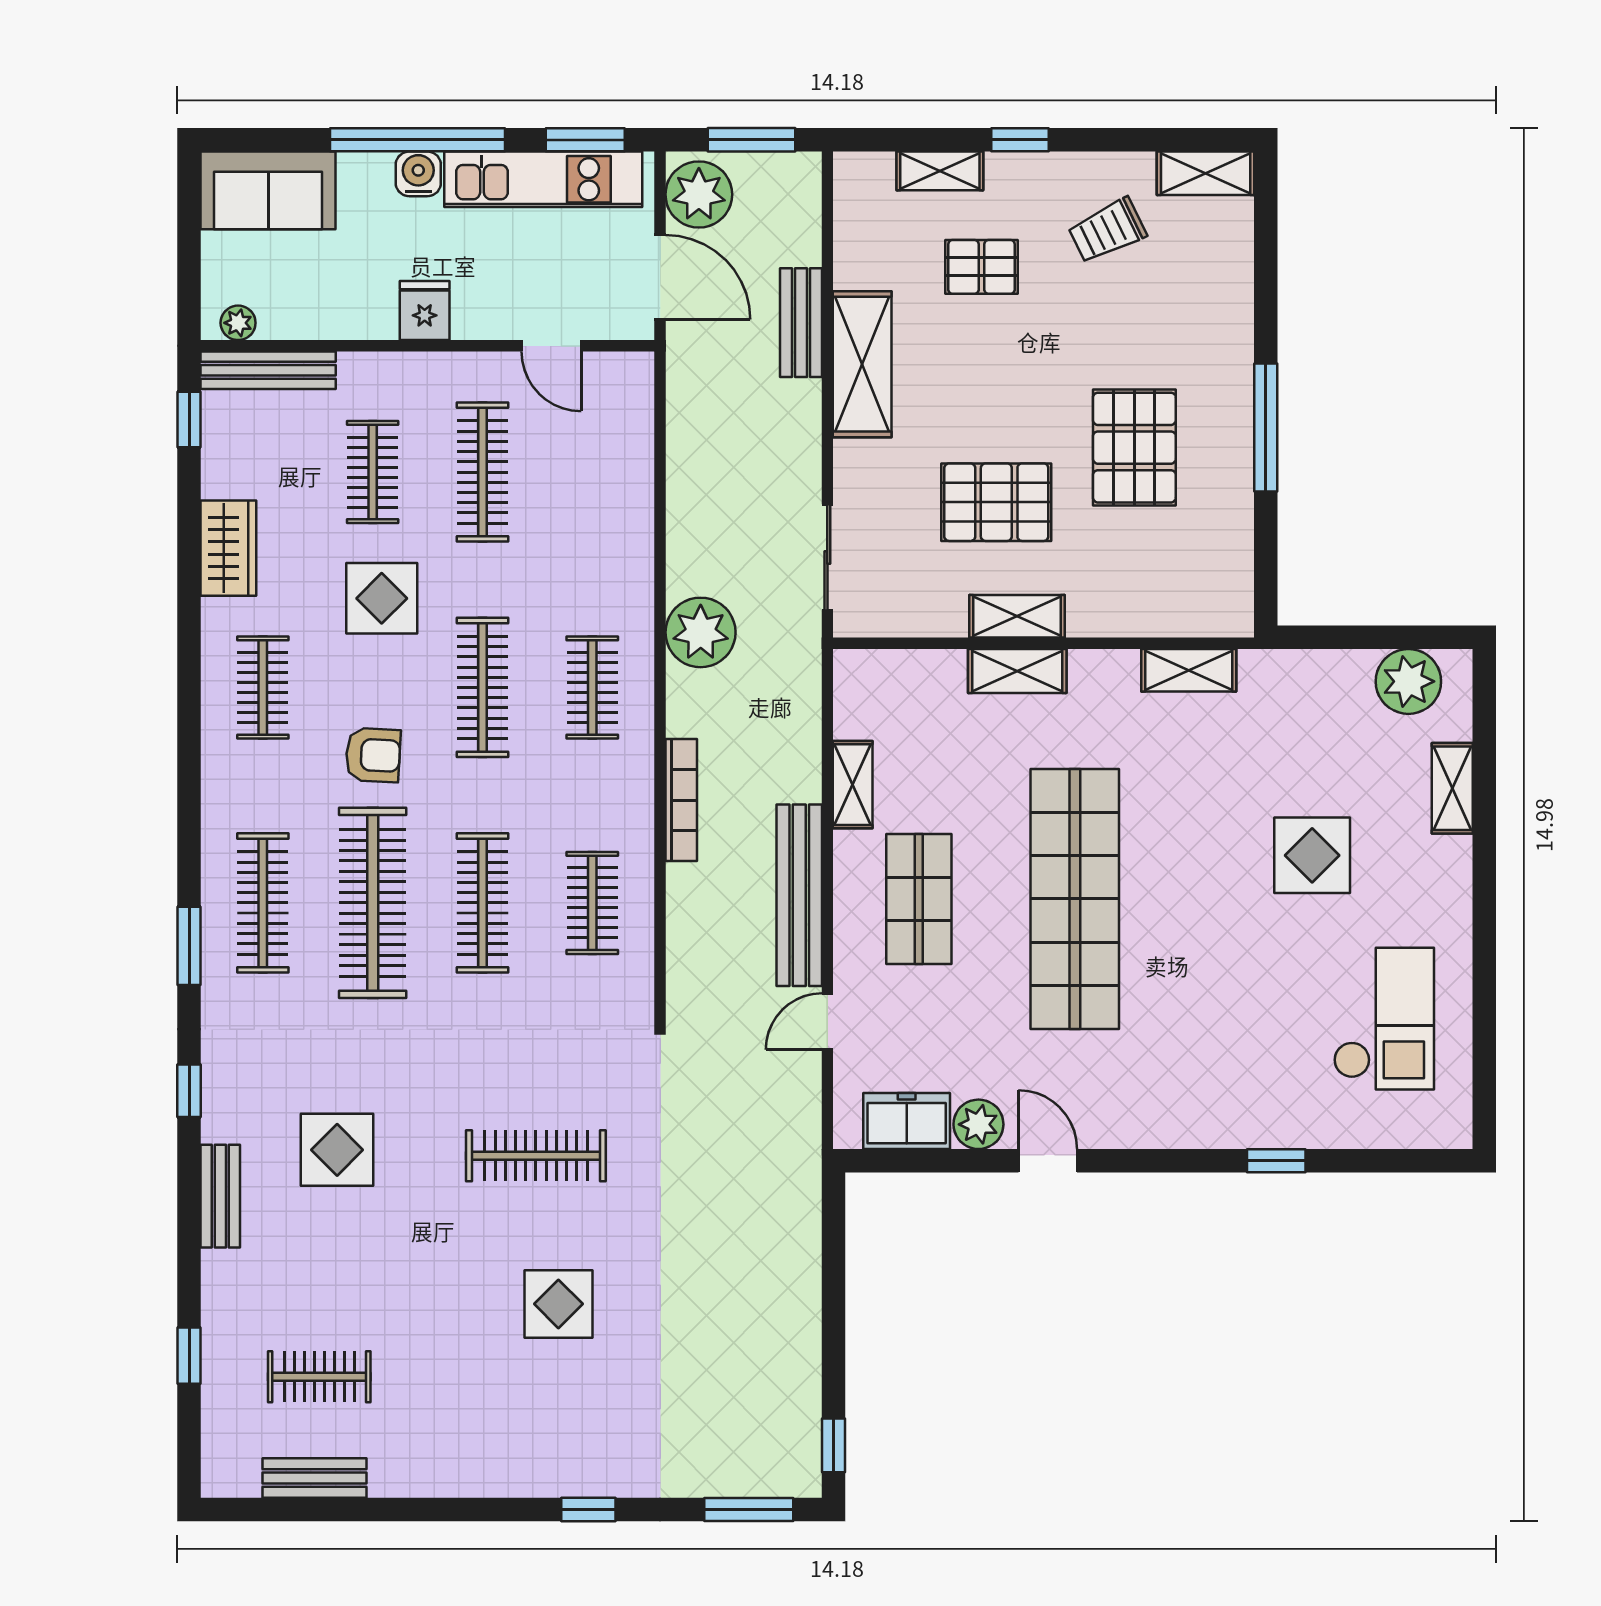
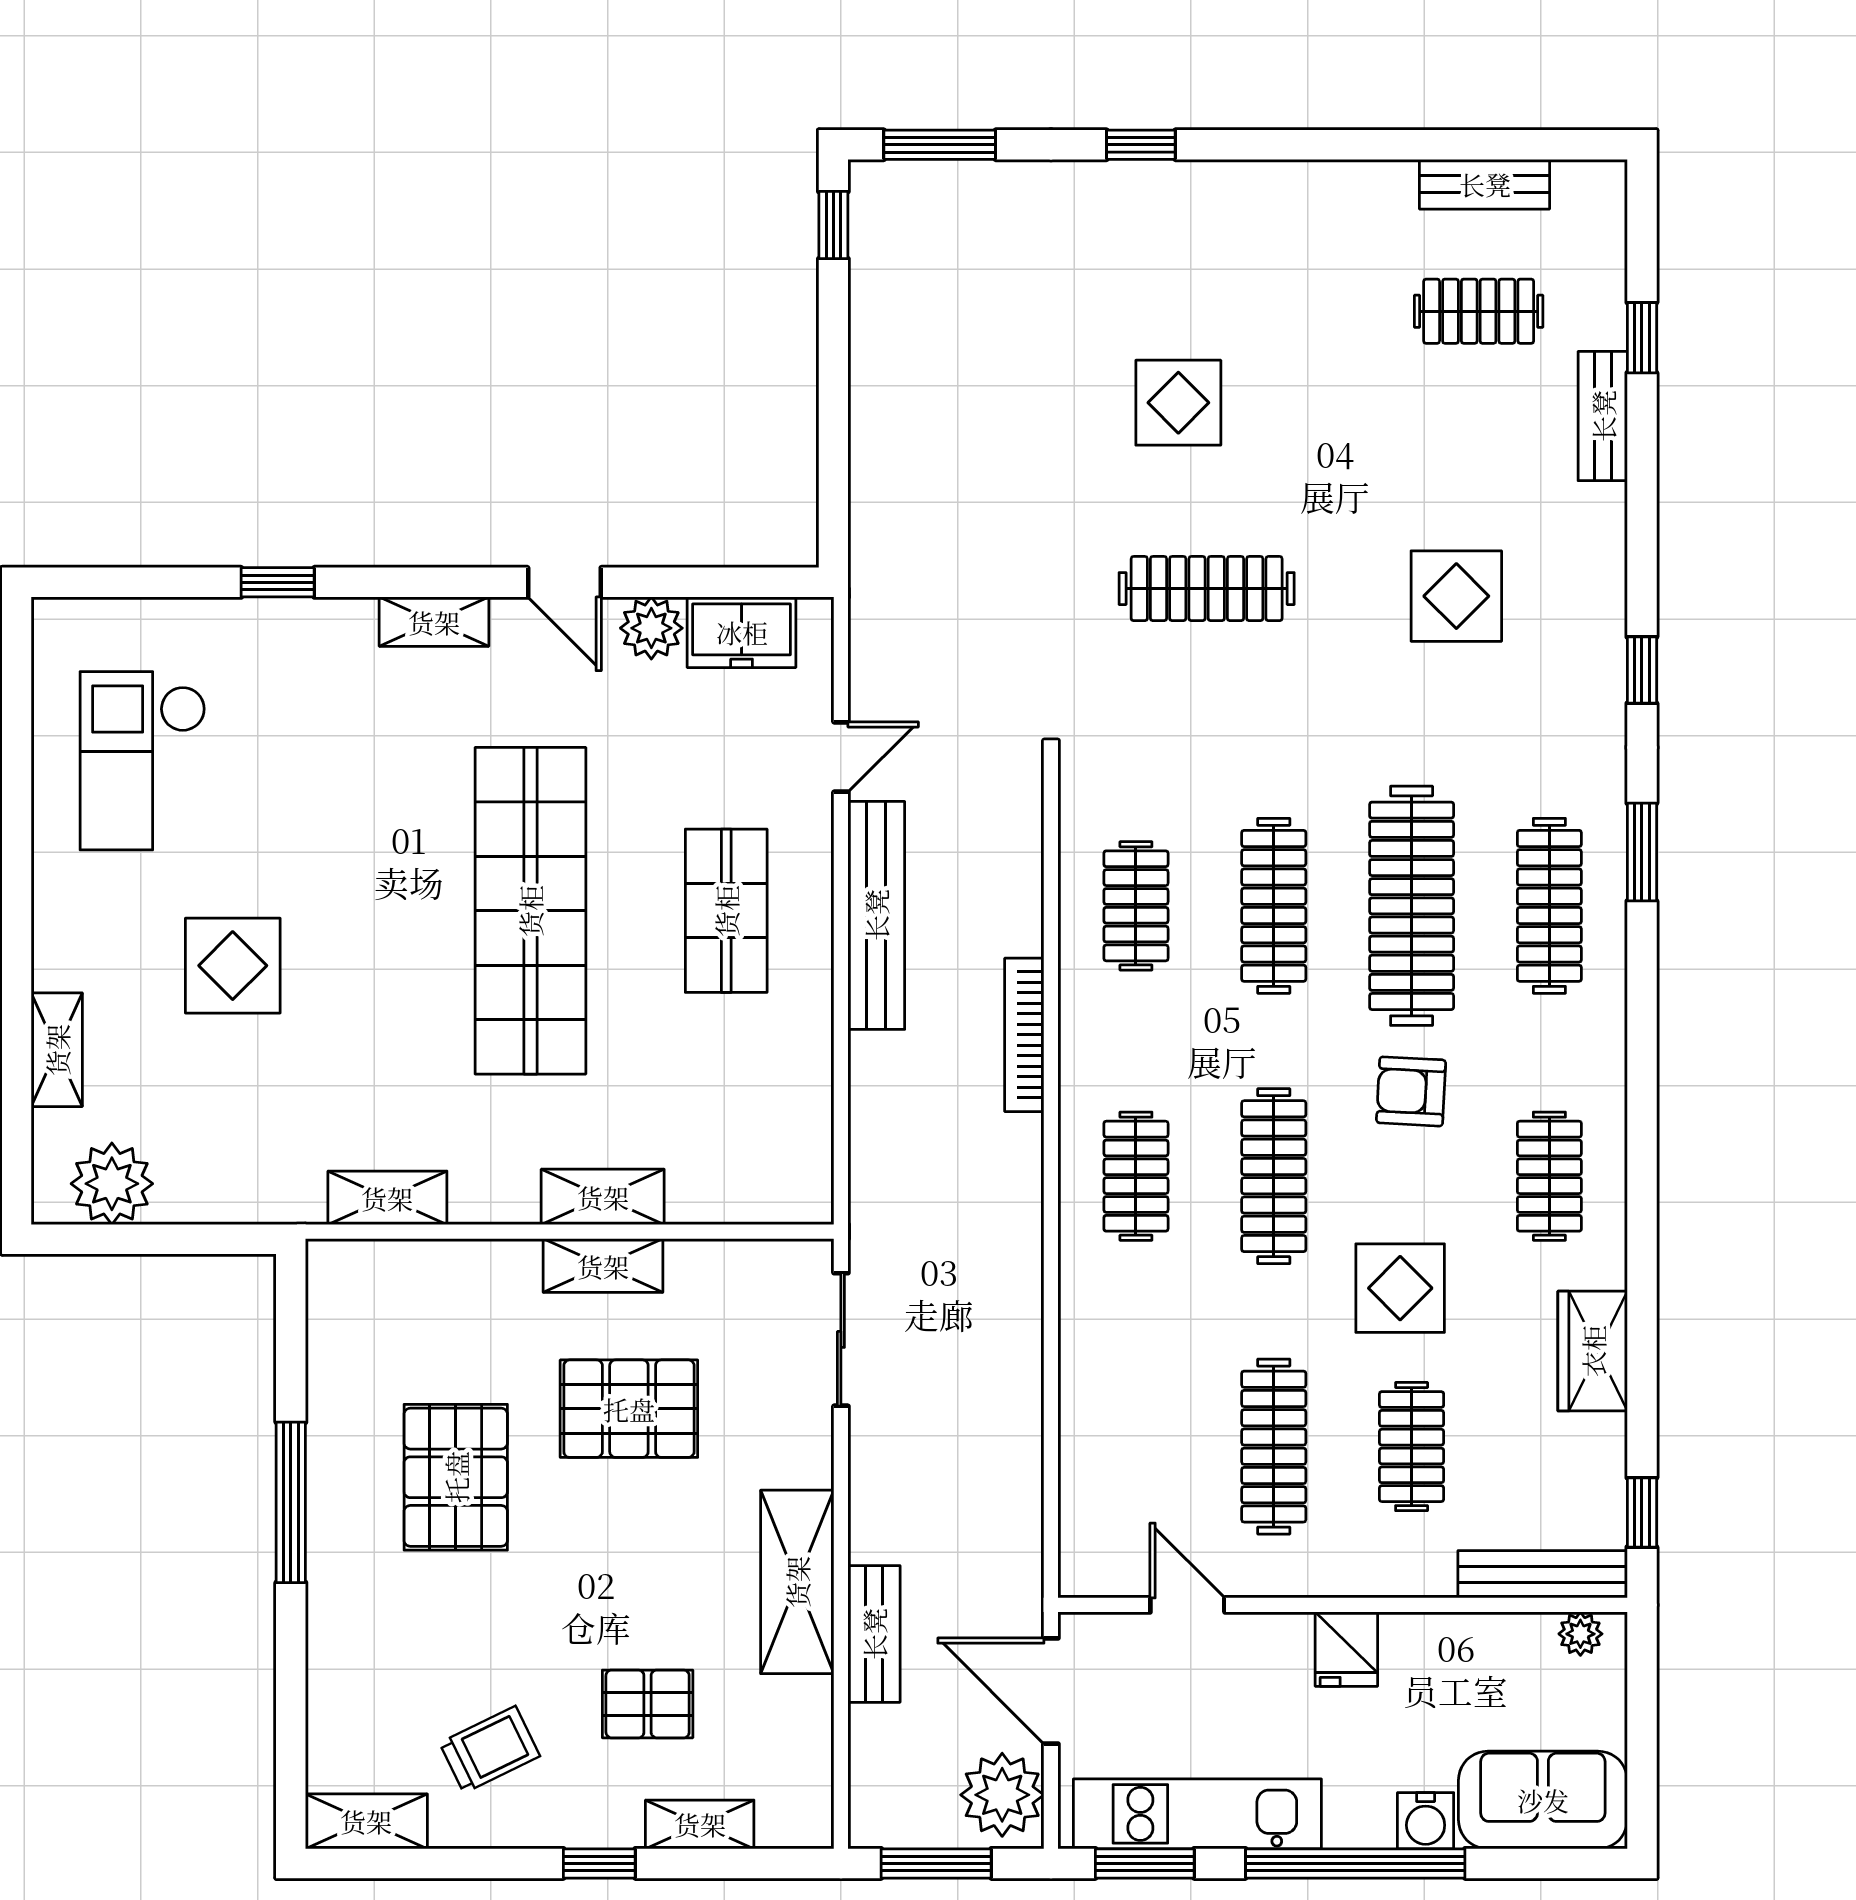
water cooler: (418, 174) -> (1426, 1821), moved
plant: (701, 632) -> (1000, 1245), removed
shelving: (853, 785) -> (434, 622), moved, turned 90
bench: (220, 1196) -> (1603, 416), moved

